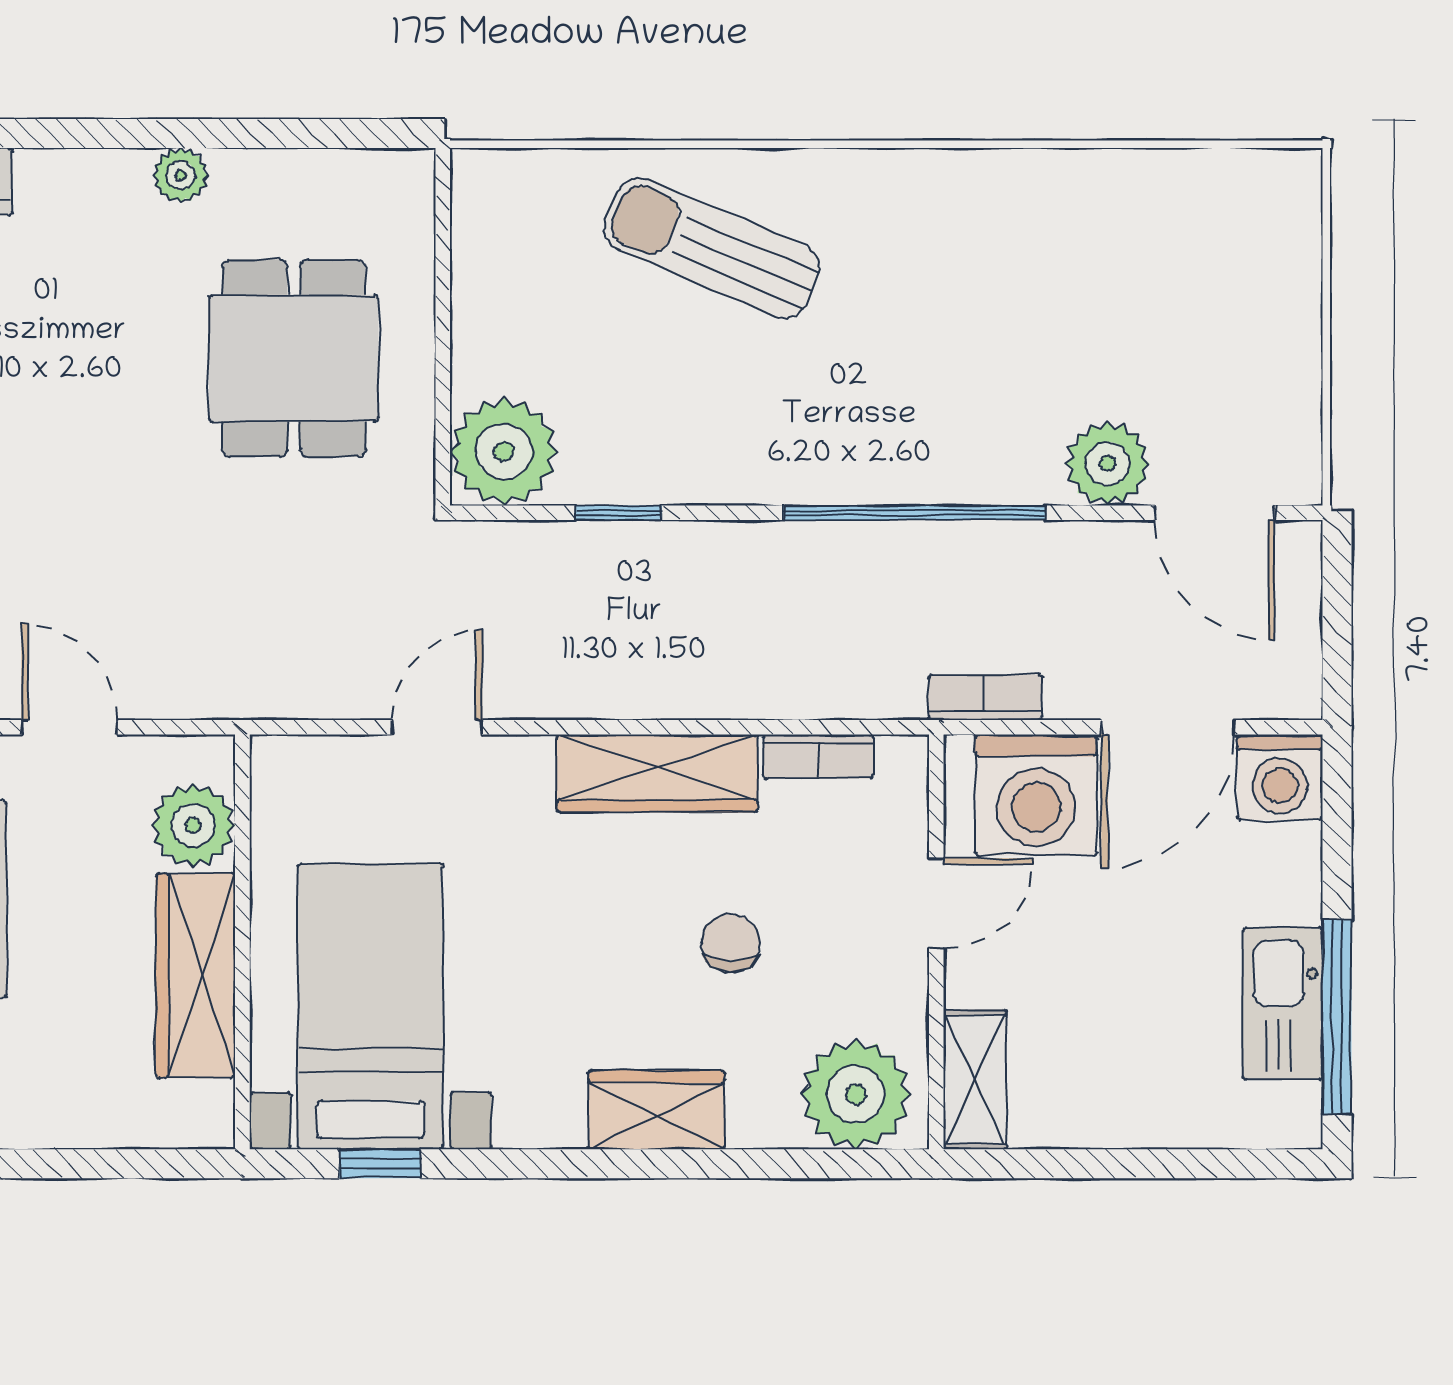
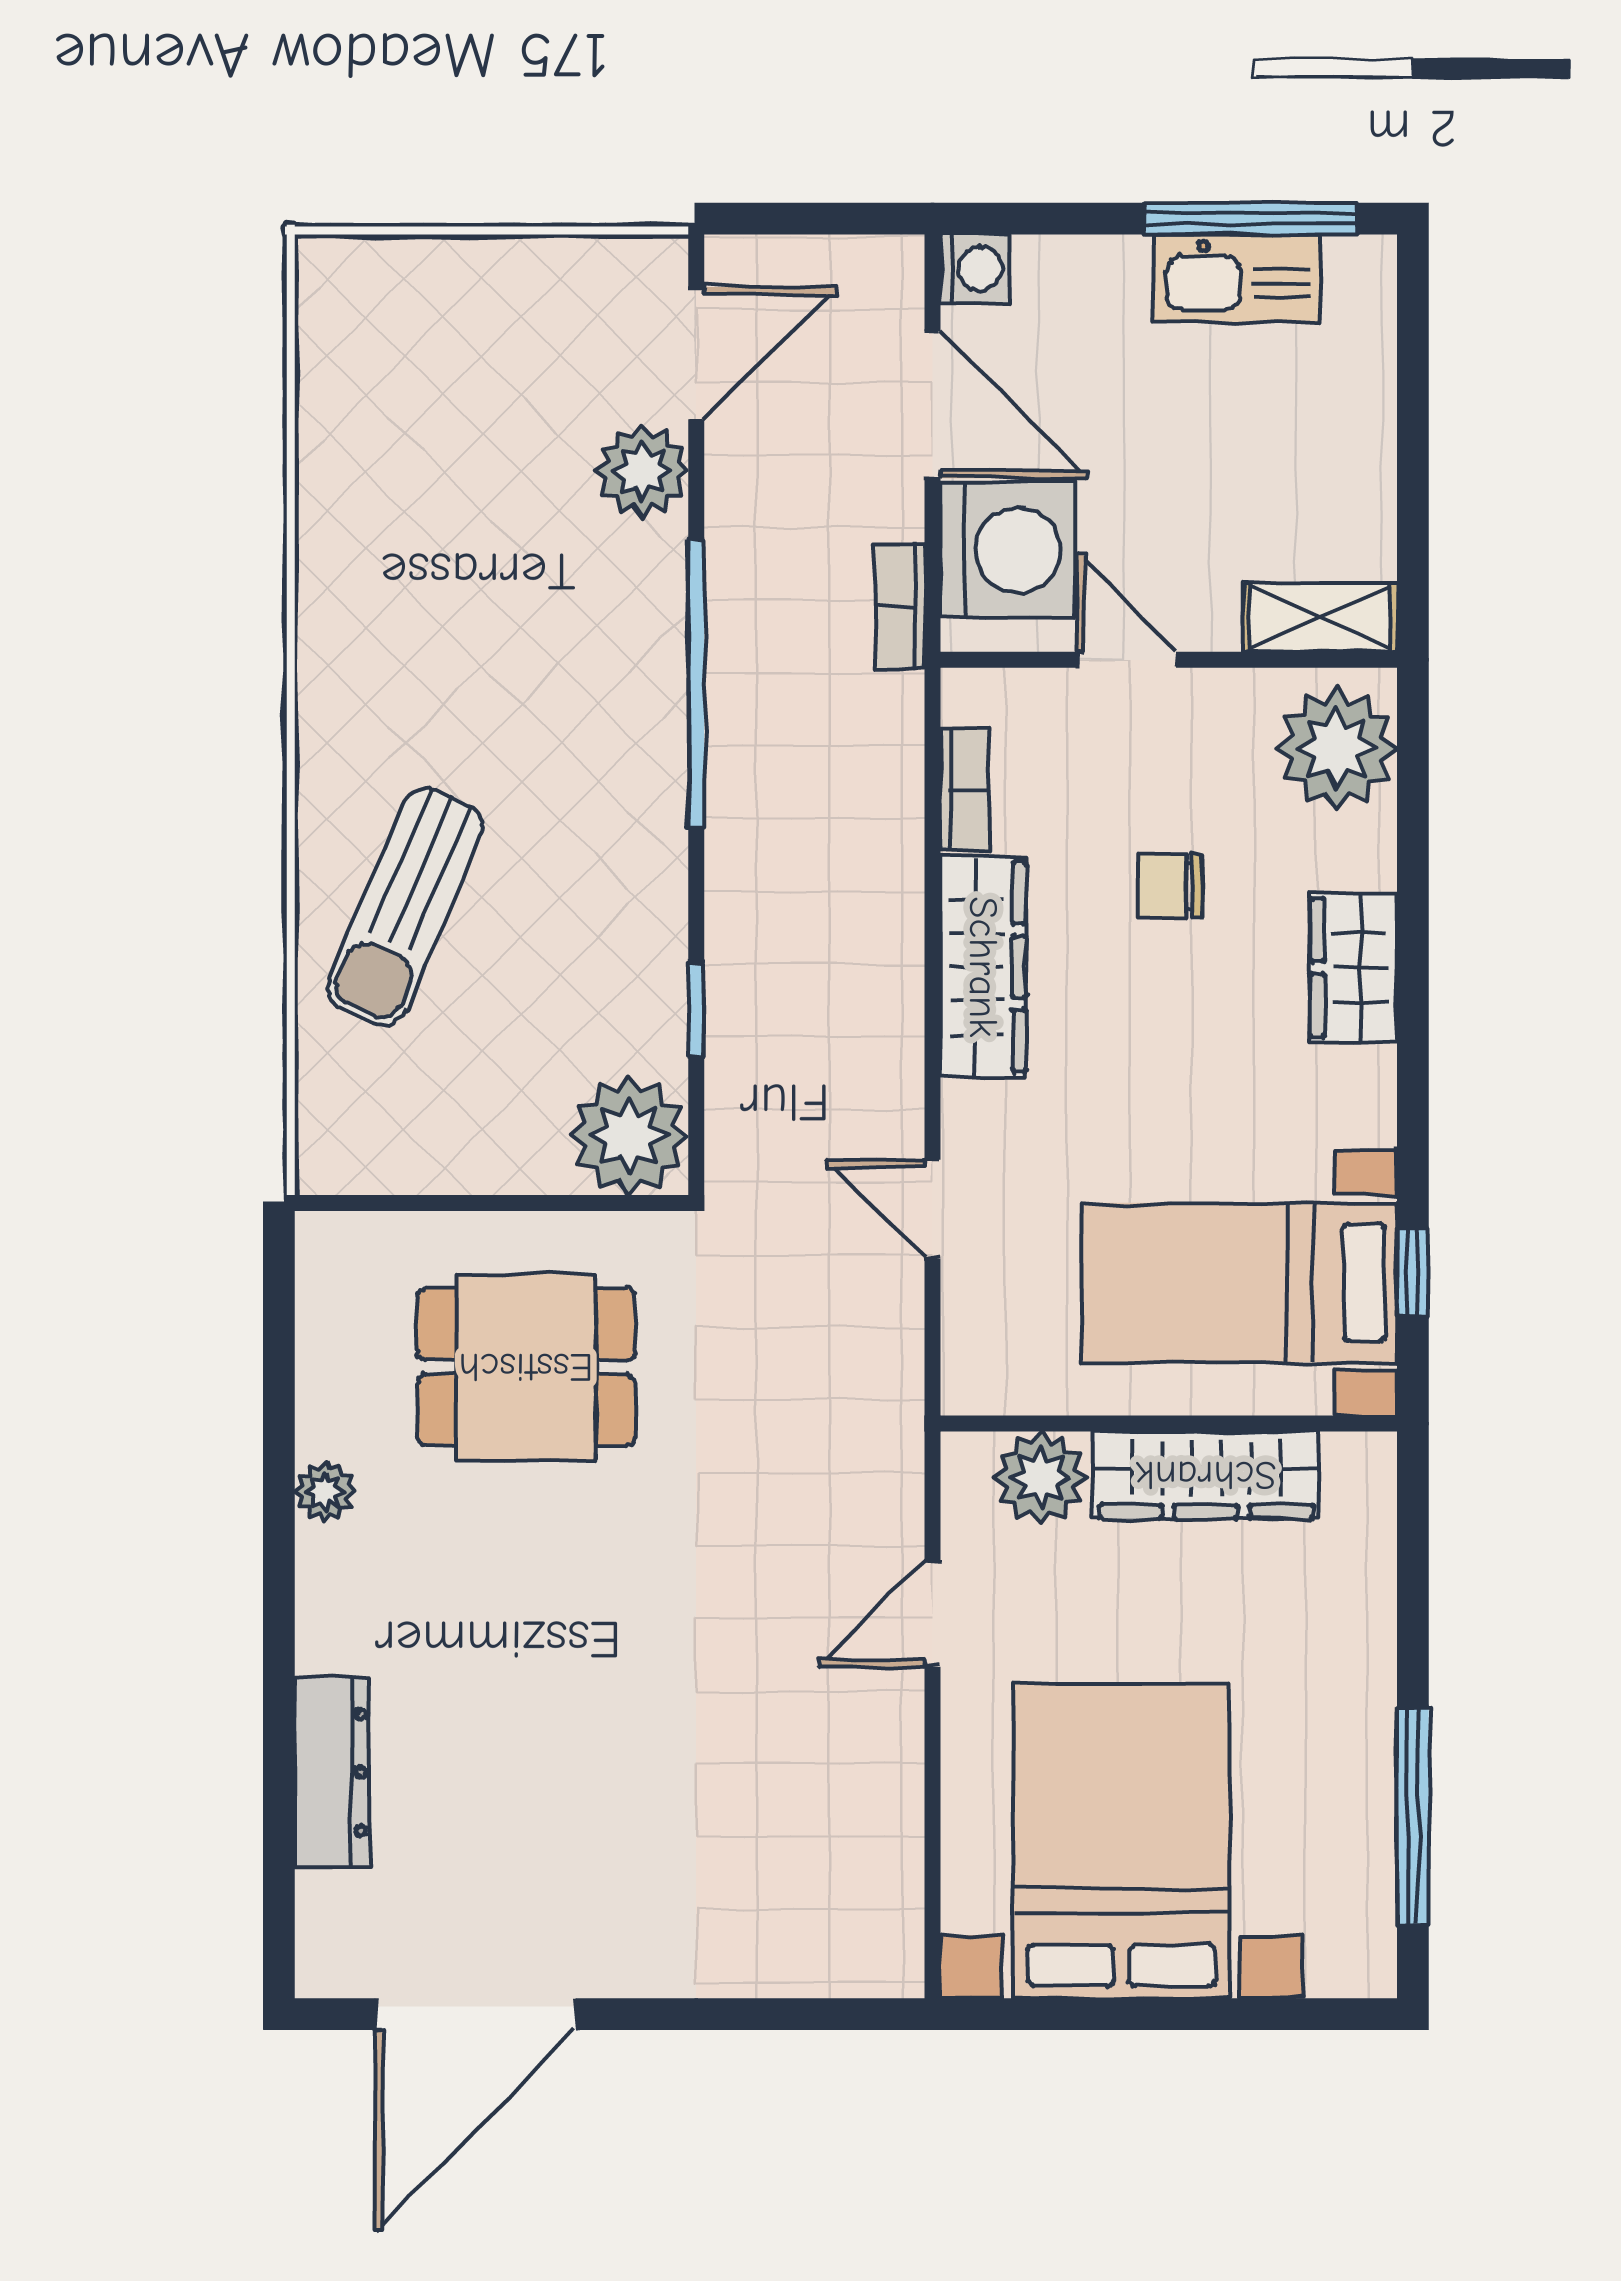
washing machine: (1280, 777) -> (975, 269), width x0.73, depth x0.73

